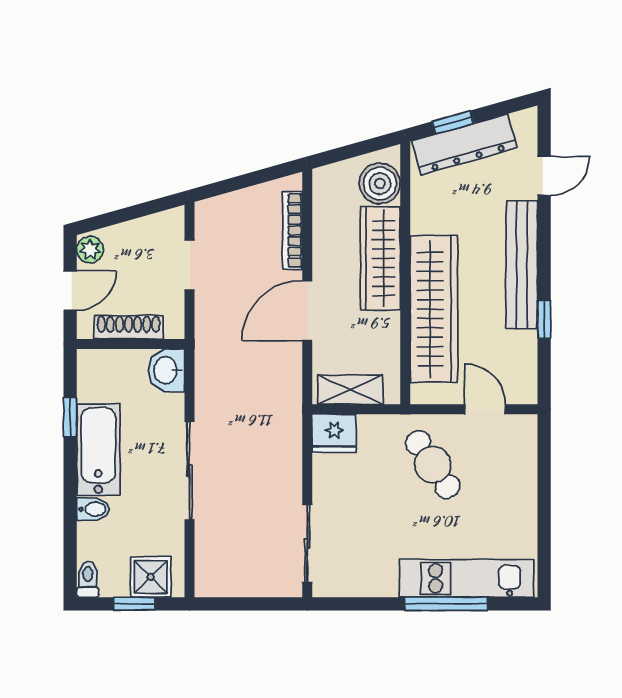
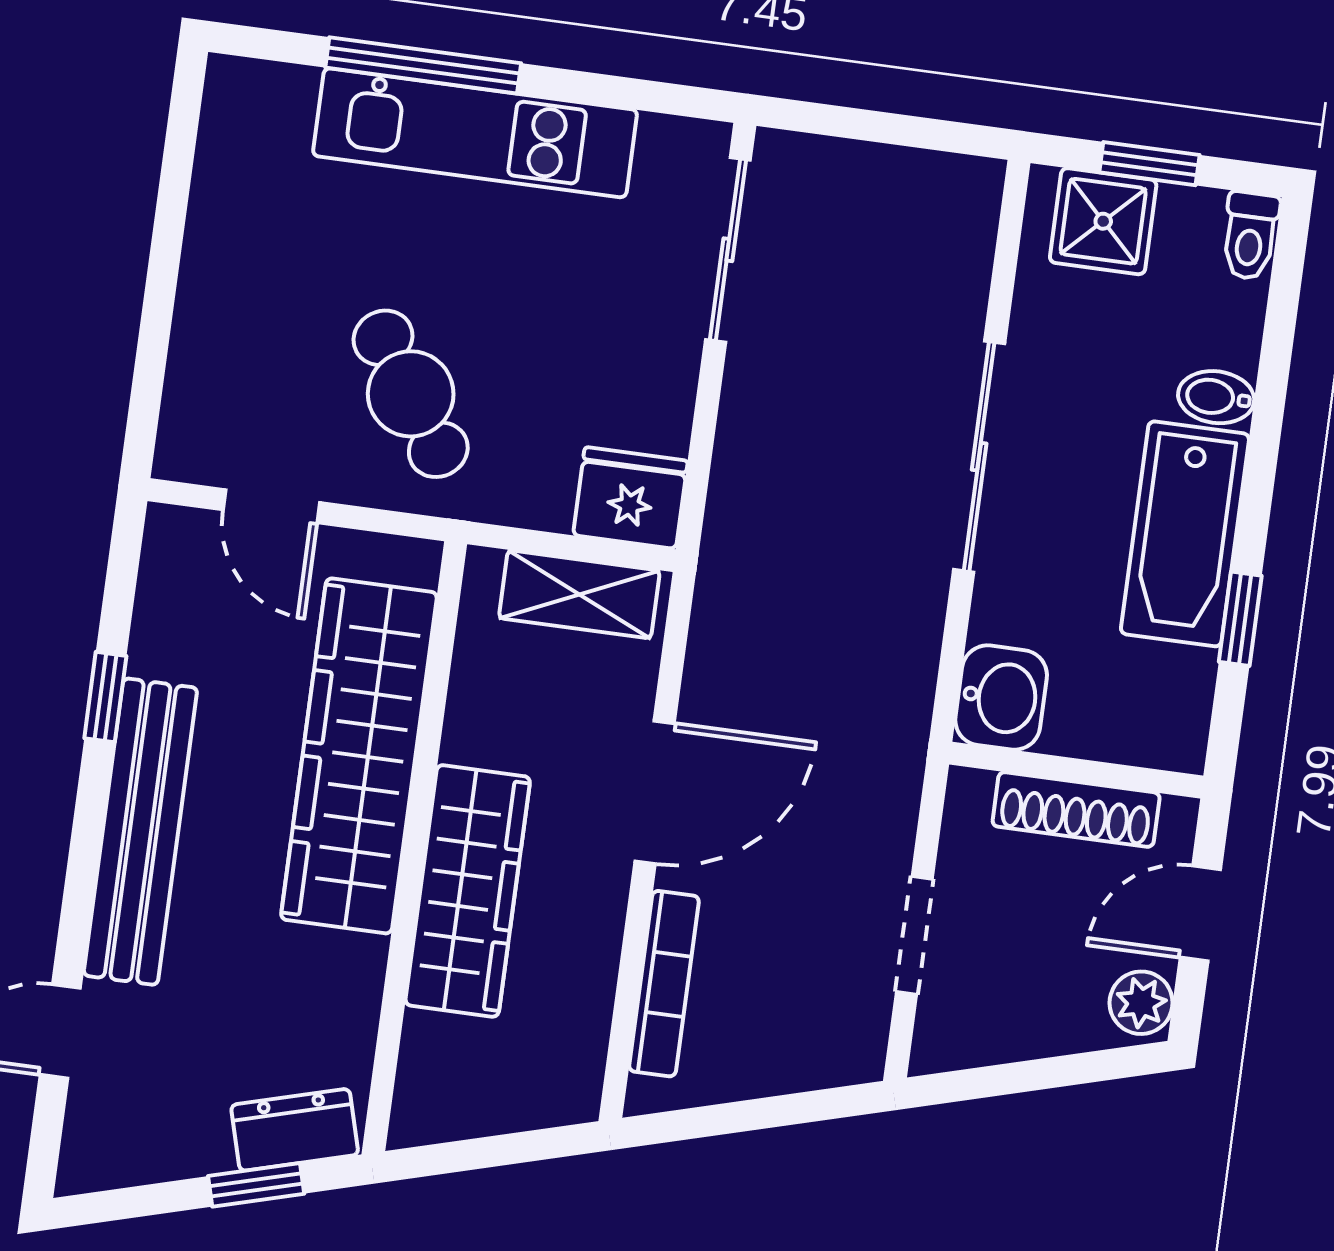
dresser: (464, 144) -> (295, 1130), width x0.51, depth x0.80
boiler: (380, 184) -> (445, 1065), removed
kitchen unit: (467, 578) -> (475, 133), moved

